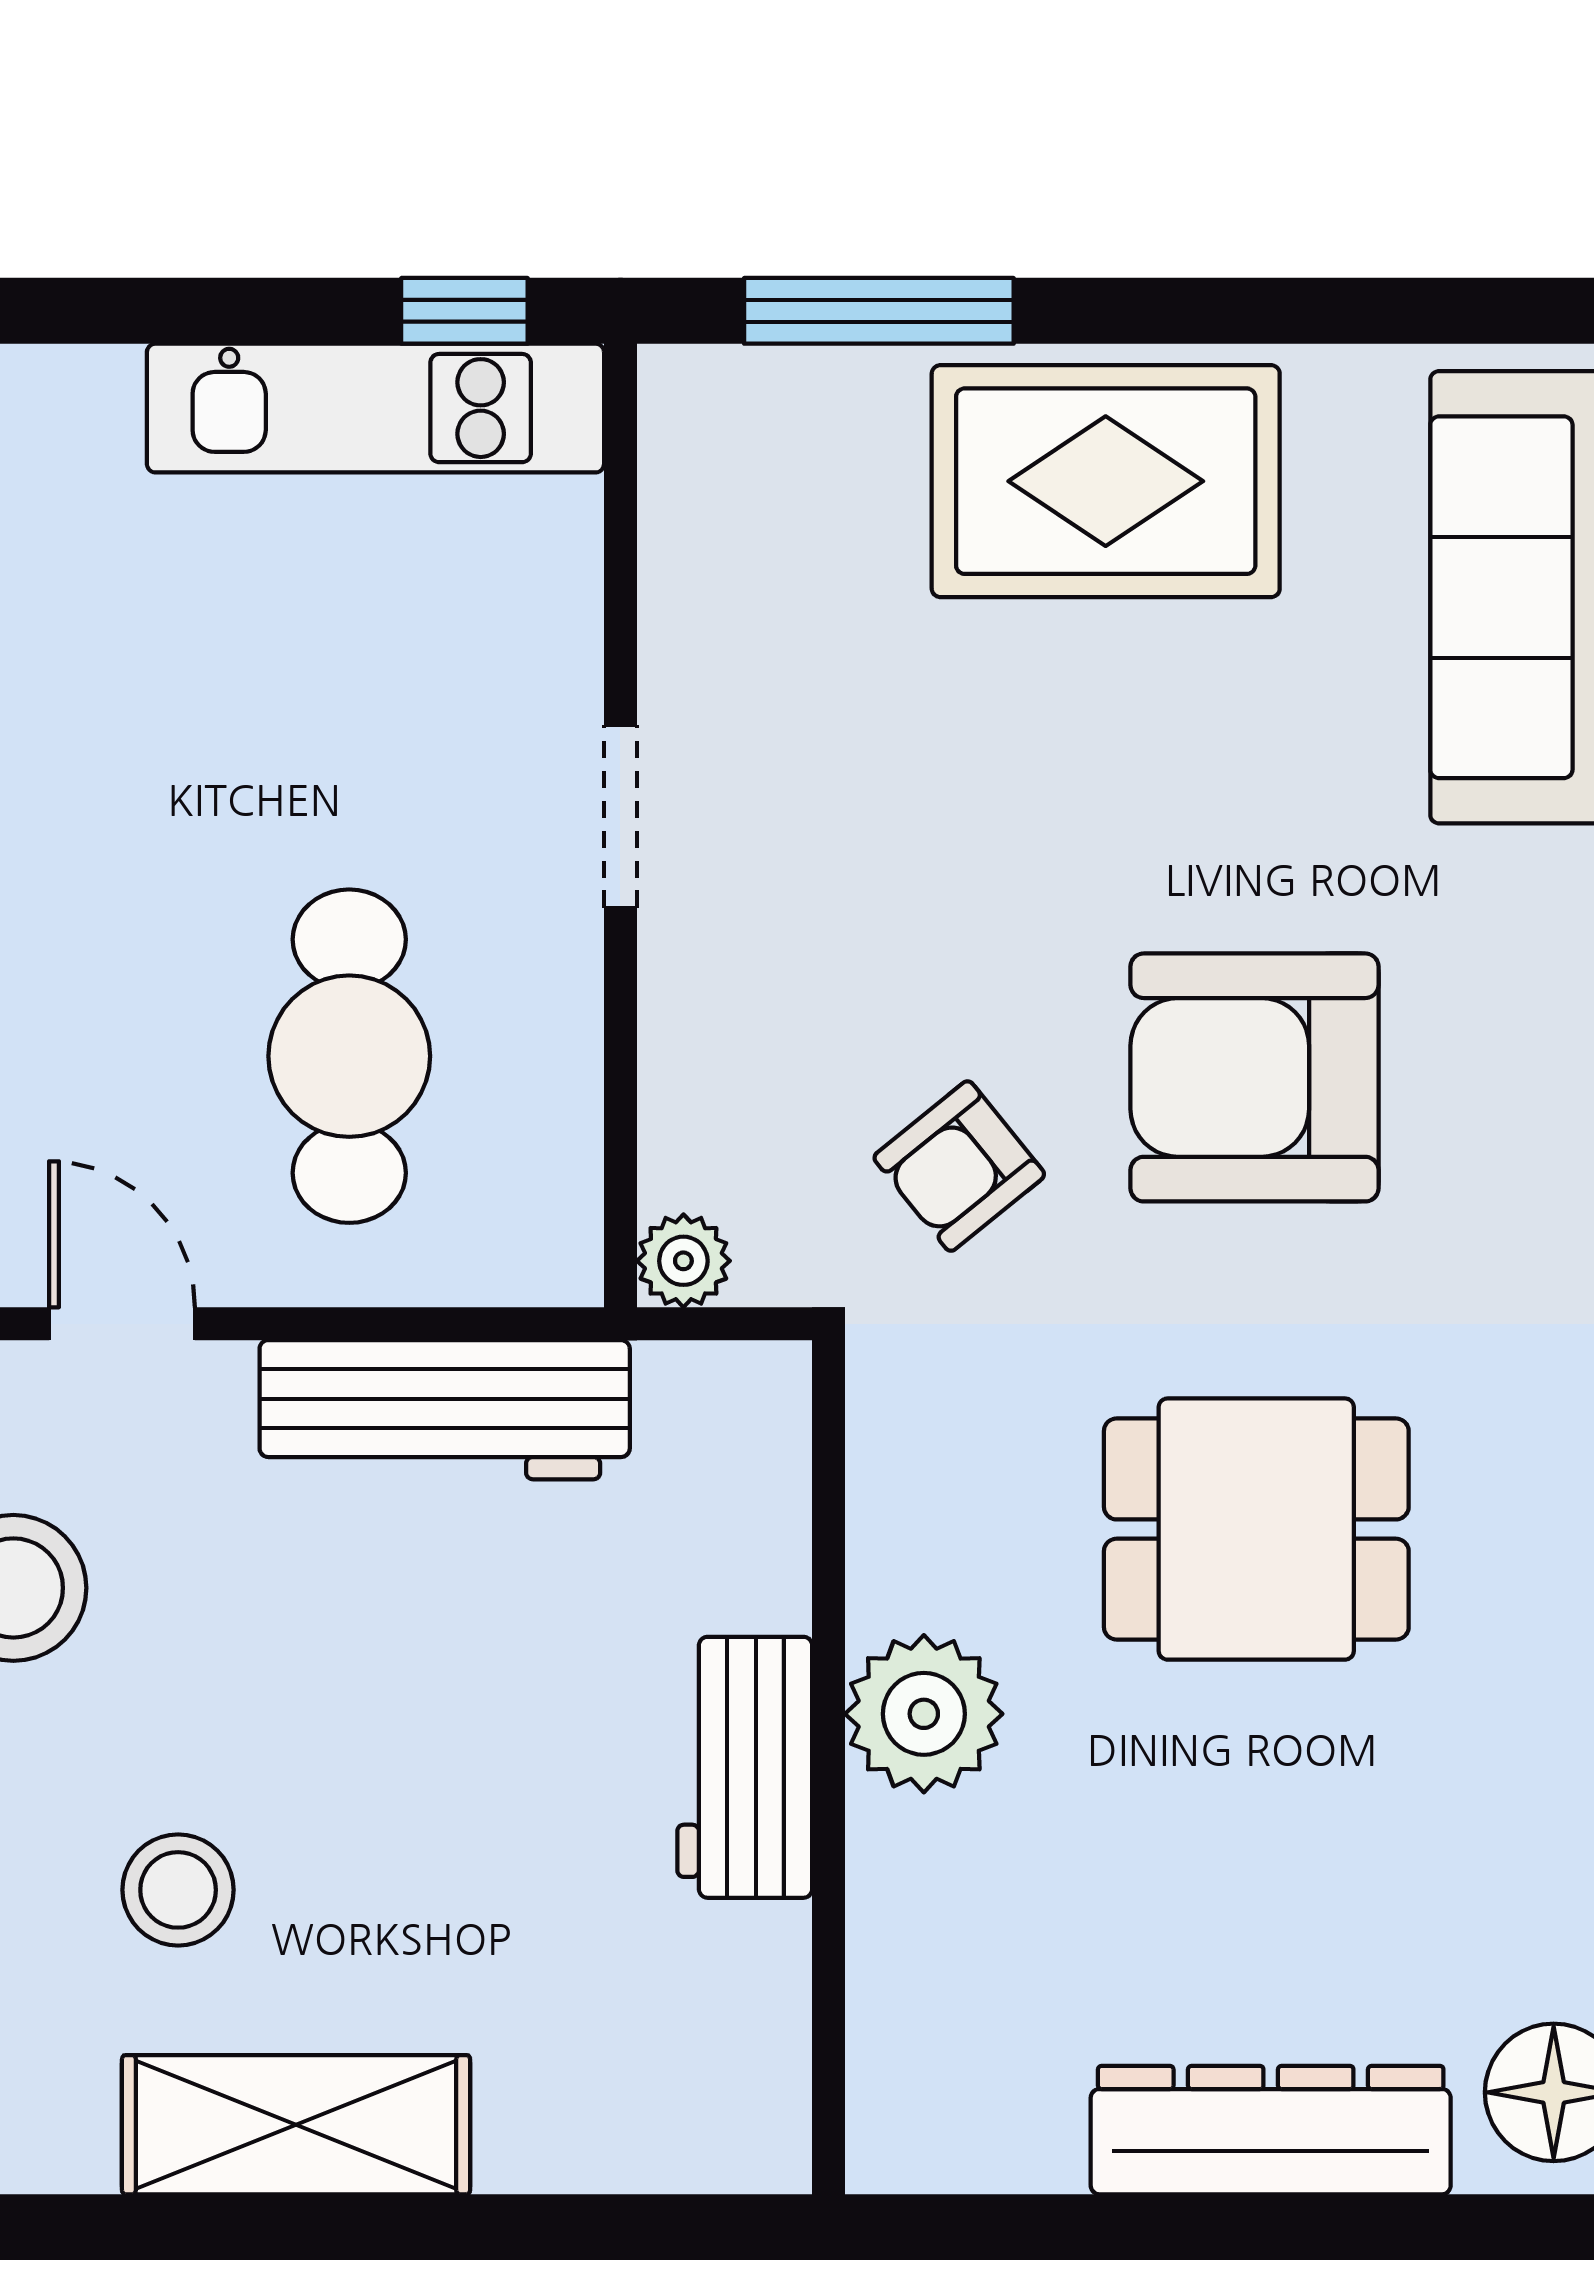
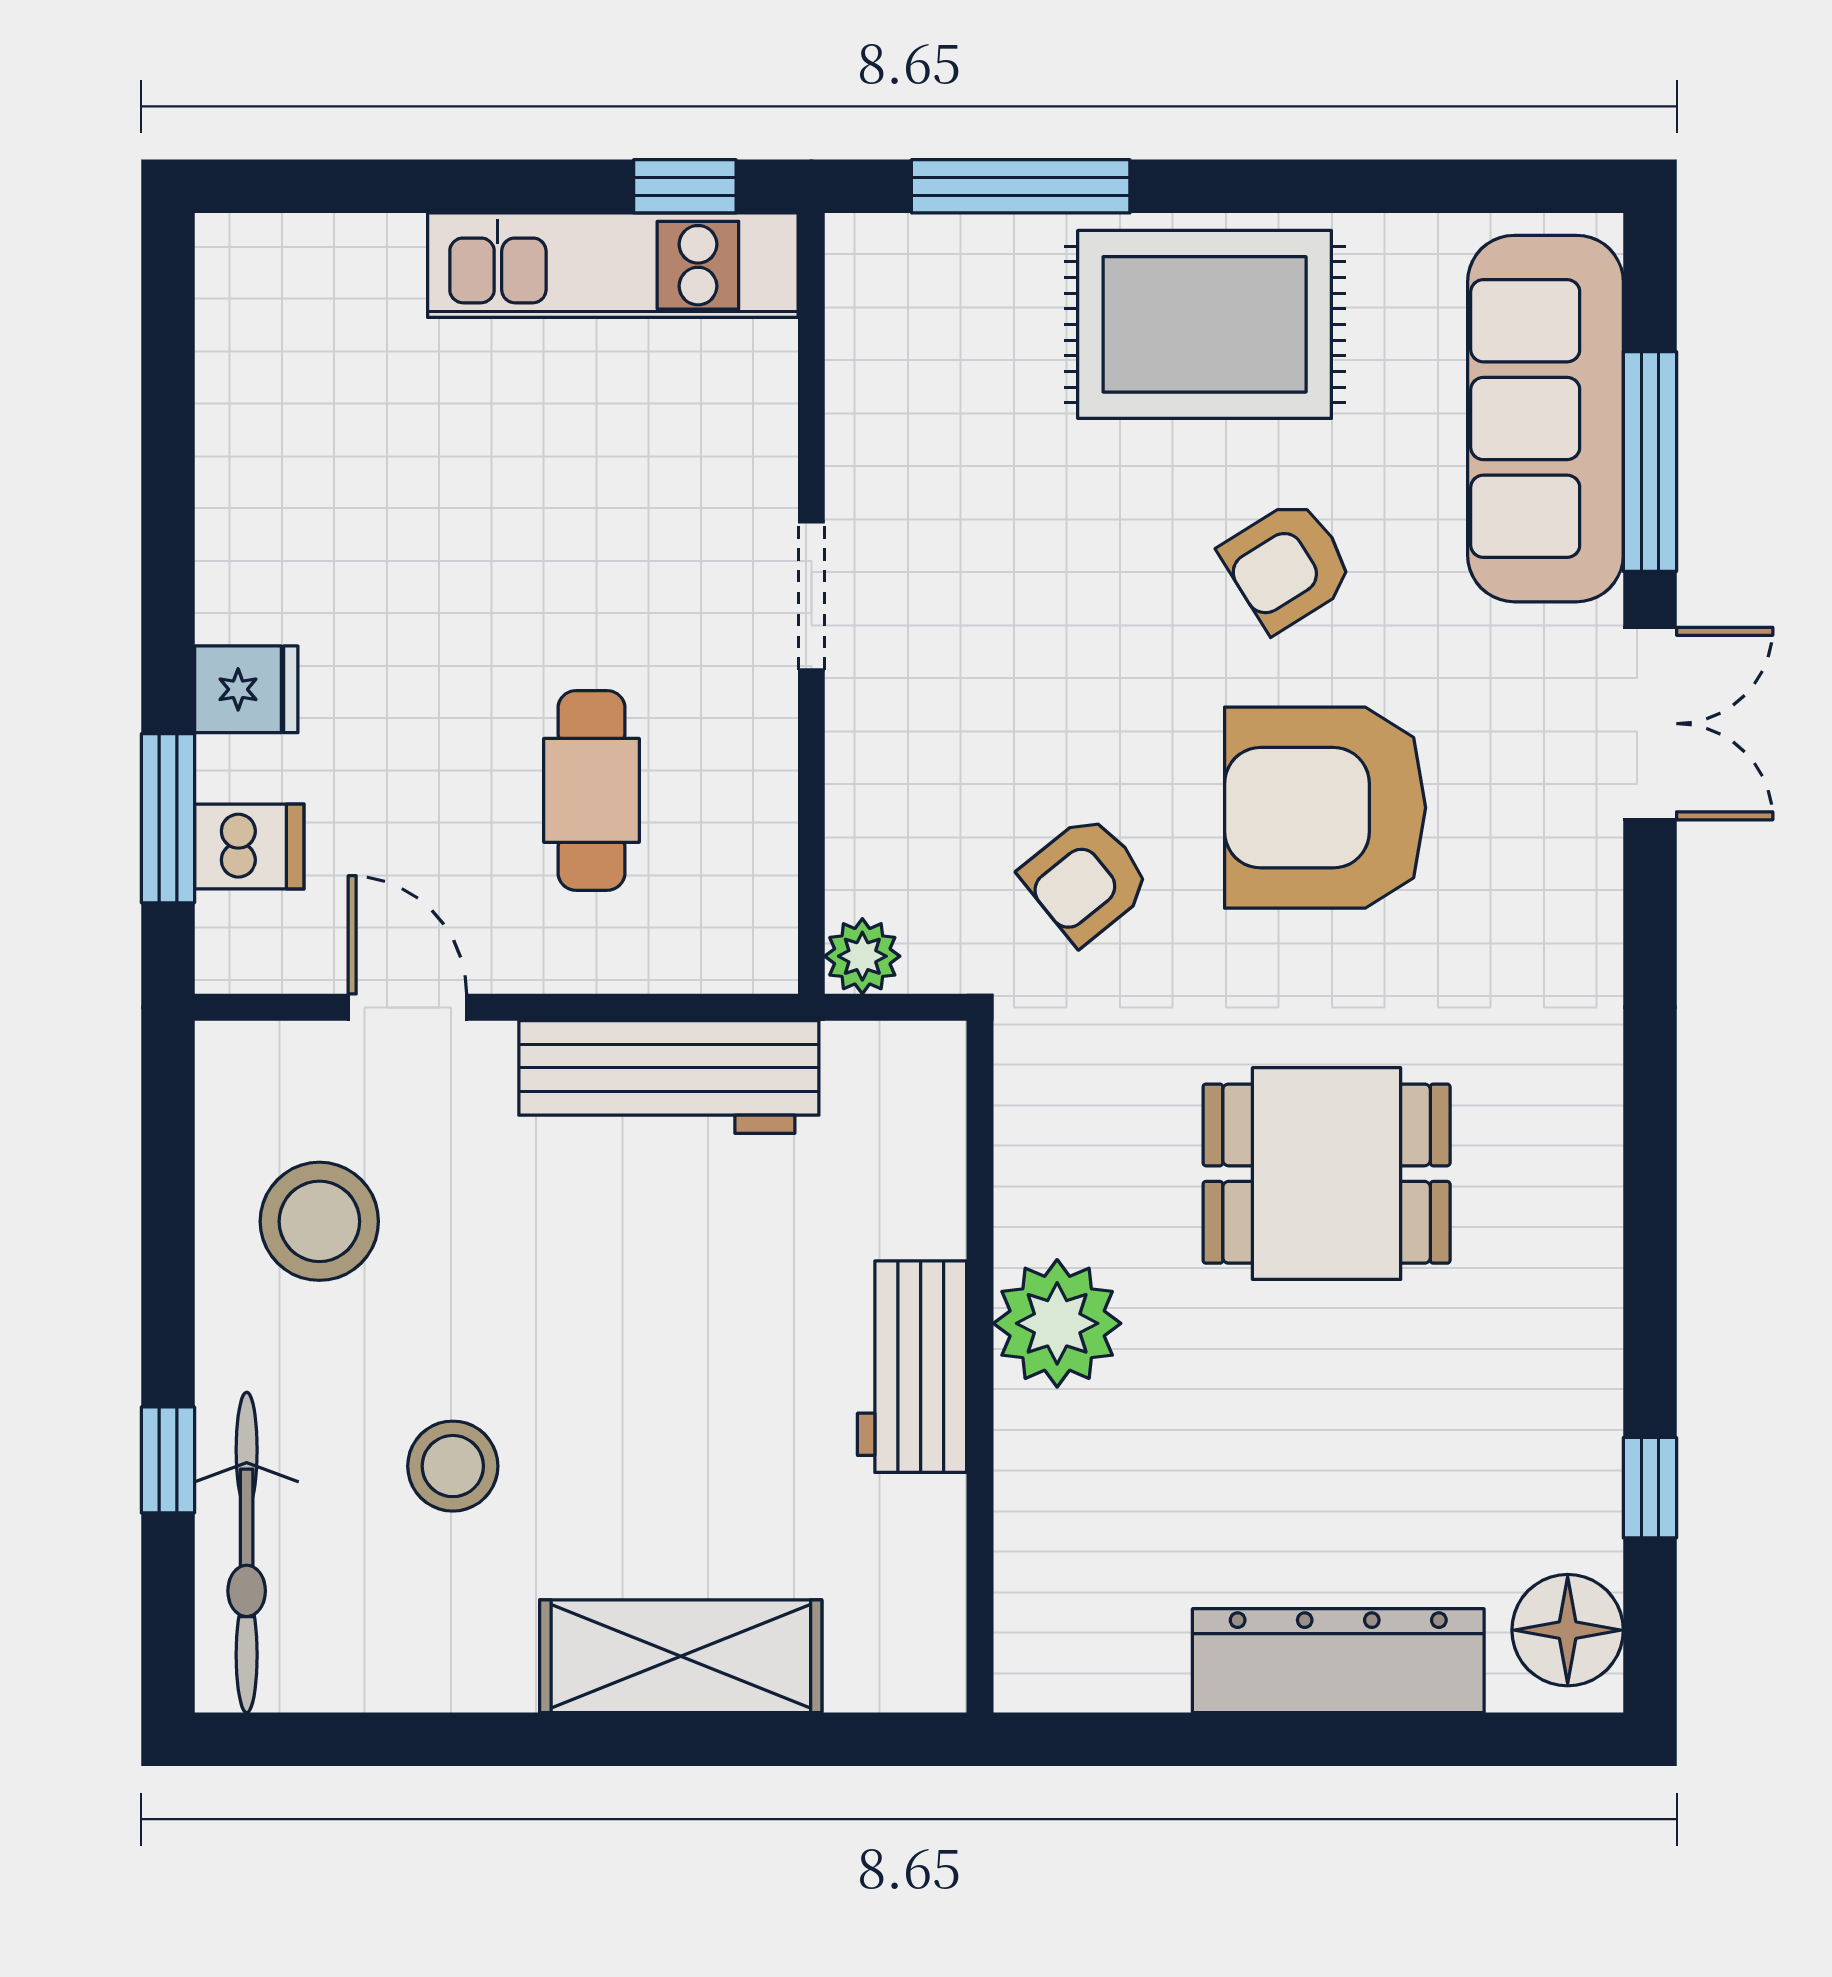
armchair: (1208, 778) -> (1287, 565), added
cafe table: (349, 1056) -> (592, 790), width x0.73, depth x0.74
shelving: (296, 2125) -> (681, 1656), moved

